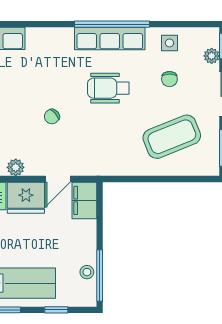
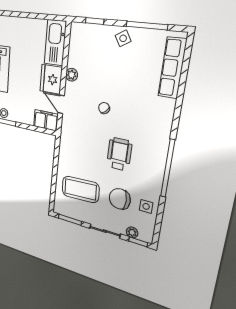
row of seats: (110, 38) -> (157, 164), removed
chair: (169, 79) -> (120, 199), width x1.87, depth x1.87
coffee table: (172, 137) -> (80, 189), turned -71

